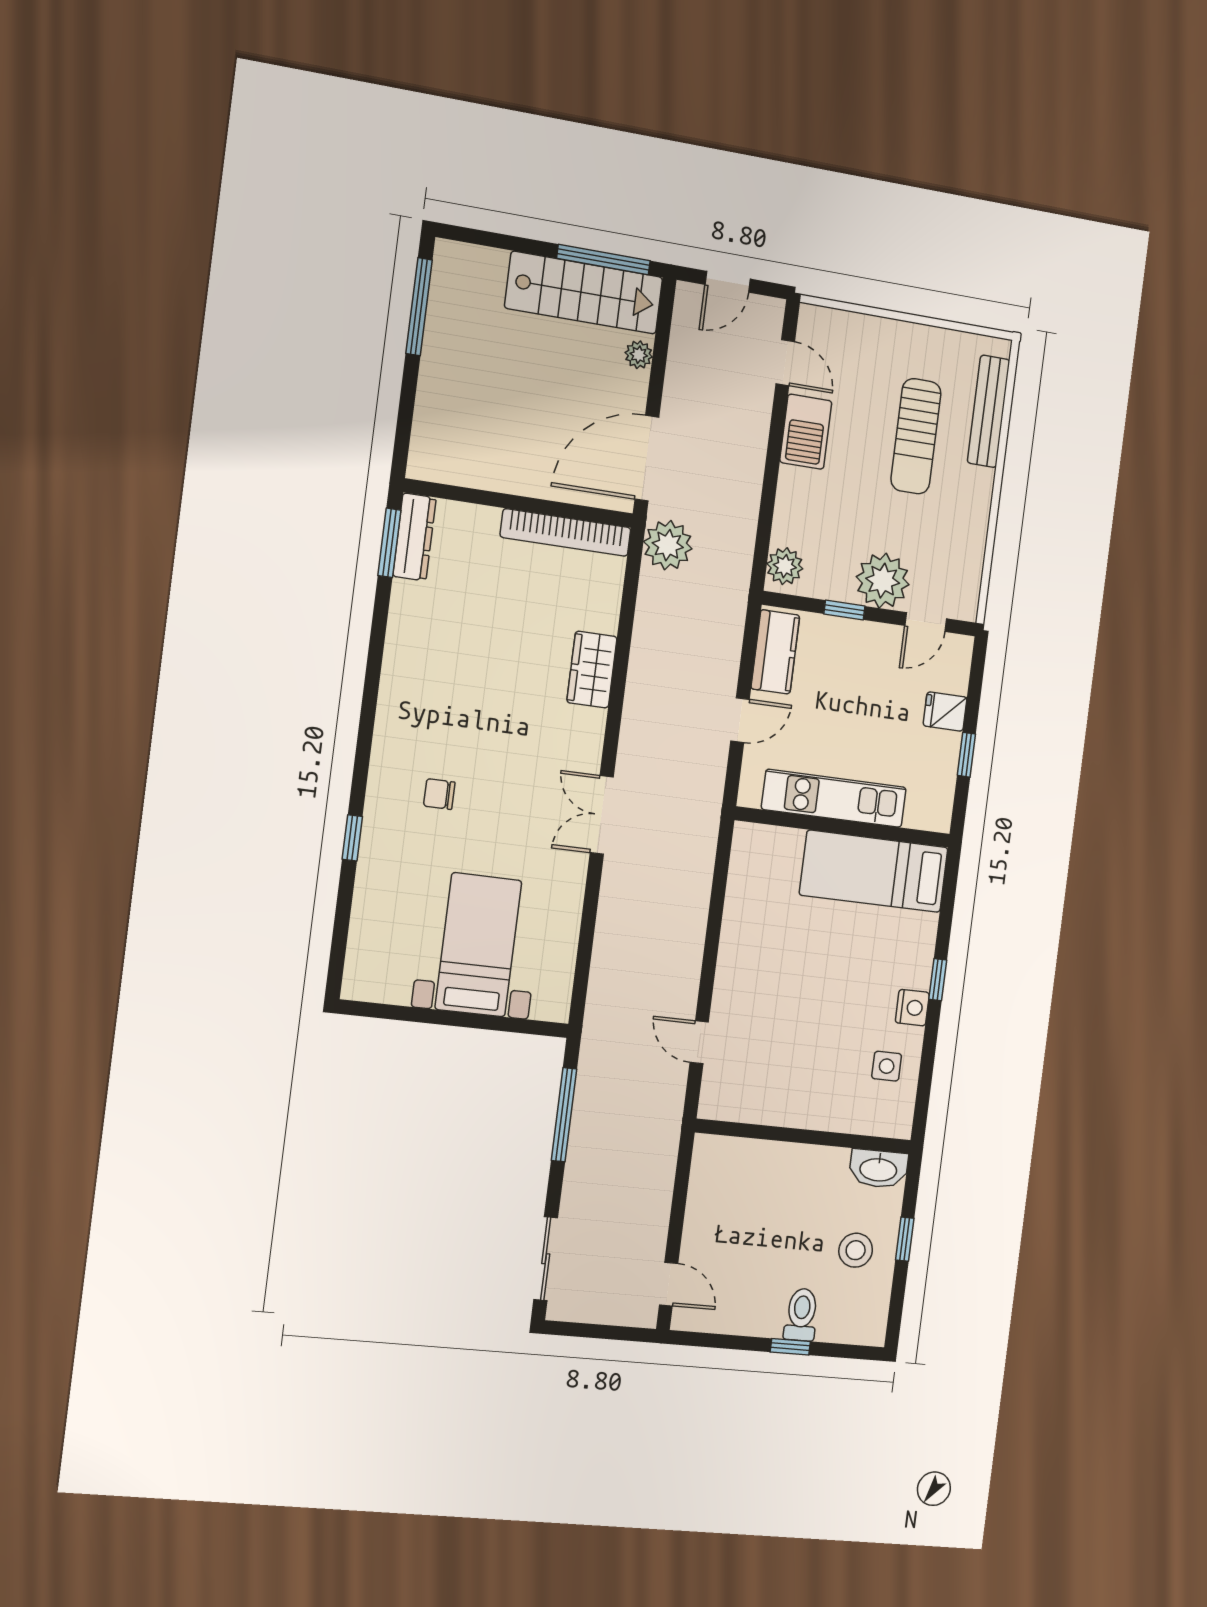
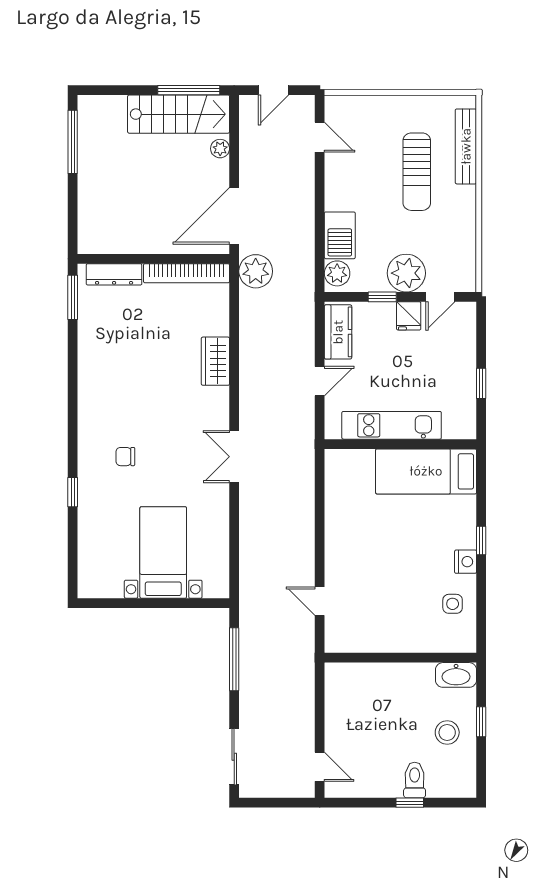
barbecue: (806, 432) -> (340, 235), moved
dresser: (414, 537) -> (114, 274), moved, turned 90
fridge: (945, 712) -> (409, 316), moved, turned -90

